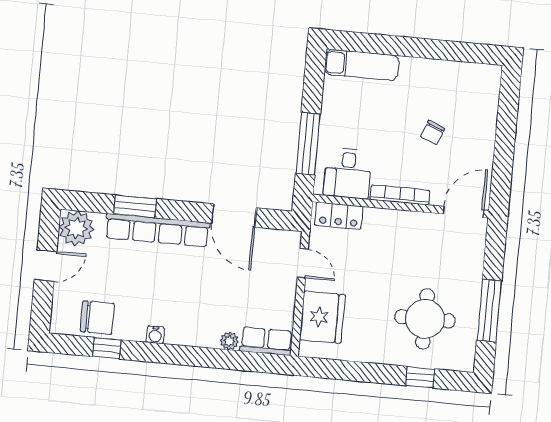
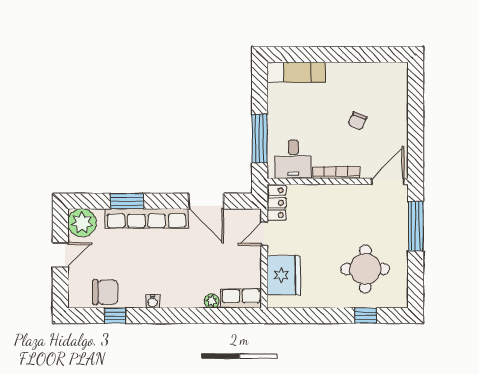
locker: (339, 216) -> (276, 203), moved, turned -90
door: (303, 263) -> (264, 234), swing flipped
window: (489, 311) -> (416, 226), moved

